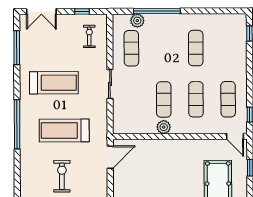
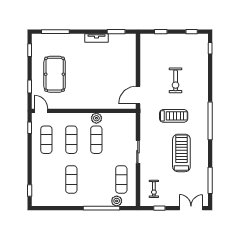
treadmill: (54, 83) -> (181, 153), turned 90
treadmill: (64, 130) -> (174, 116), width x0.73, depth x0.73

